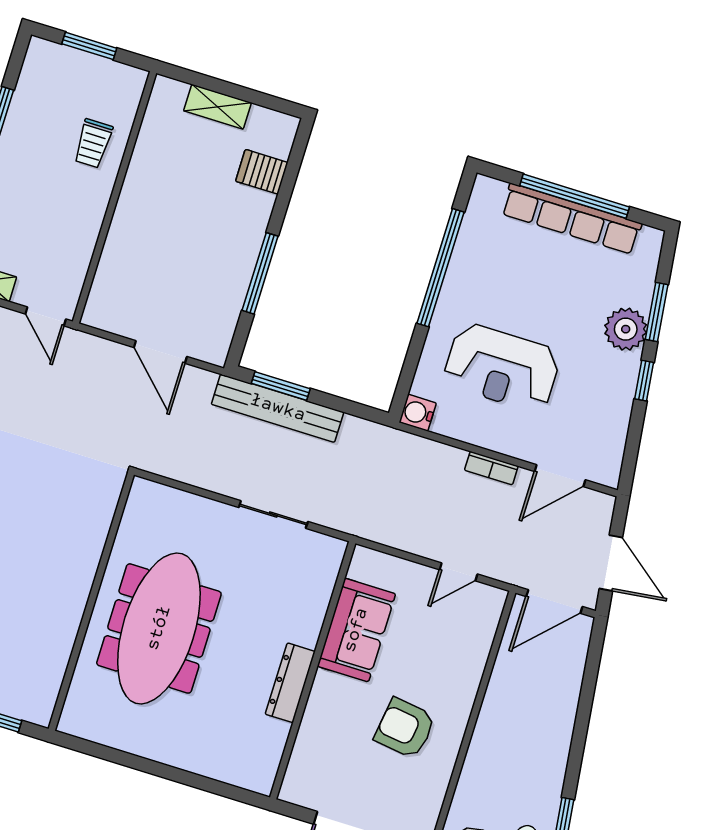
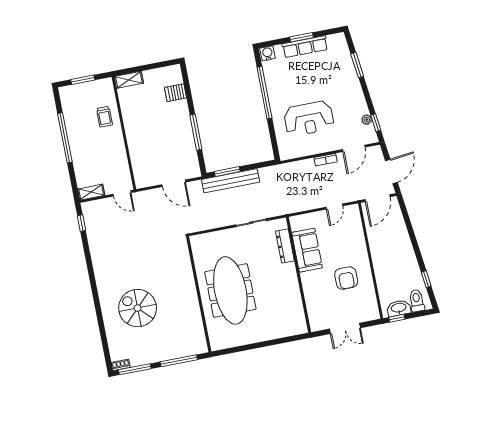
shelving: (217, 107) -> (129, 80), moved
window: (575, 196) -> (301, 37), width x0.47
row of seats: (571, 219) -> (305, 47), width x0.73
plant: (626, 329) -> (367, 120), moved, width x0.53, depth x0.53
window: (644, 381) -> (376, 123), moved
water cooler: (418, 413) -> (268, 53), moved, turned 90
door: (611, 563) -> (391, 172), hinge flipped
dresser: (290, 683) -> (285, 246), moved
armchair: (405, 728) -> (346, 278), turned -98

